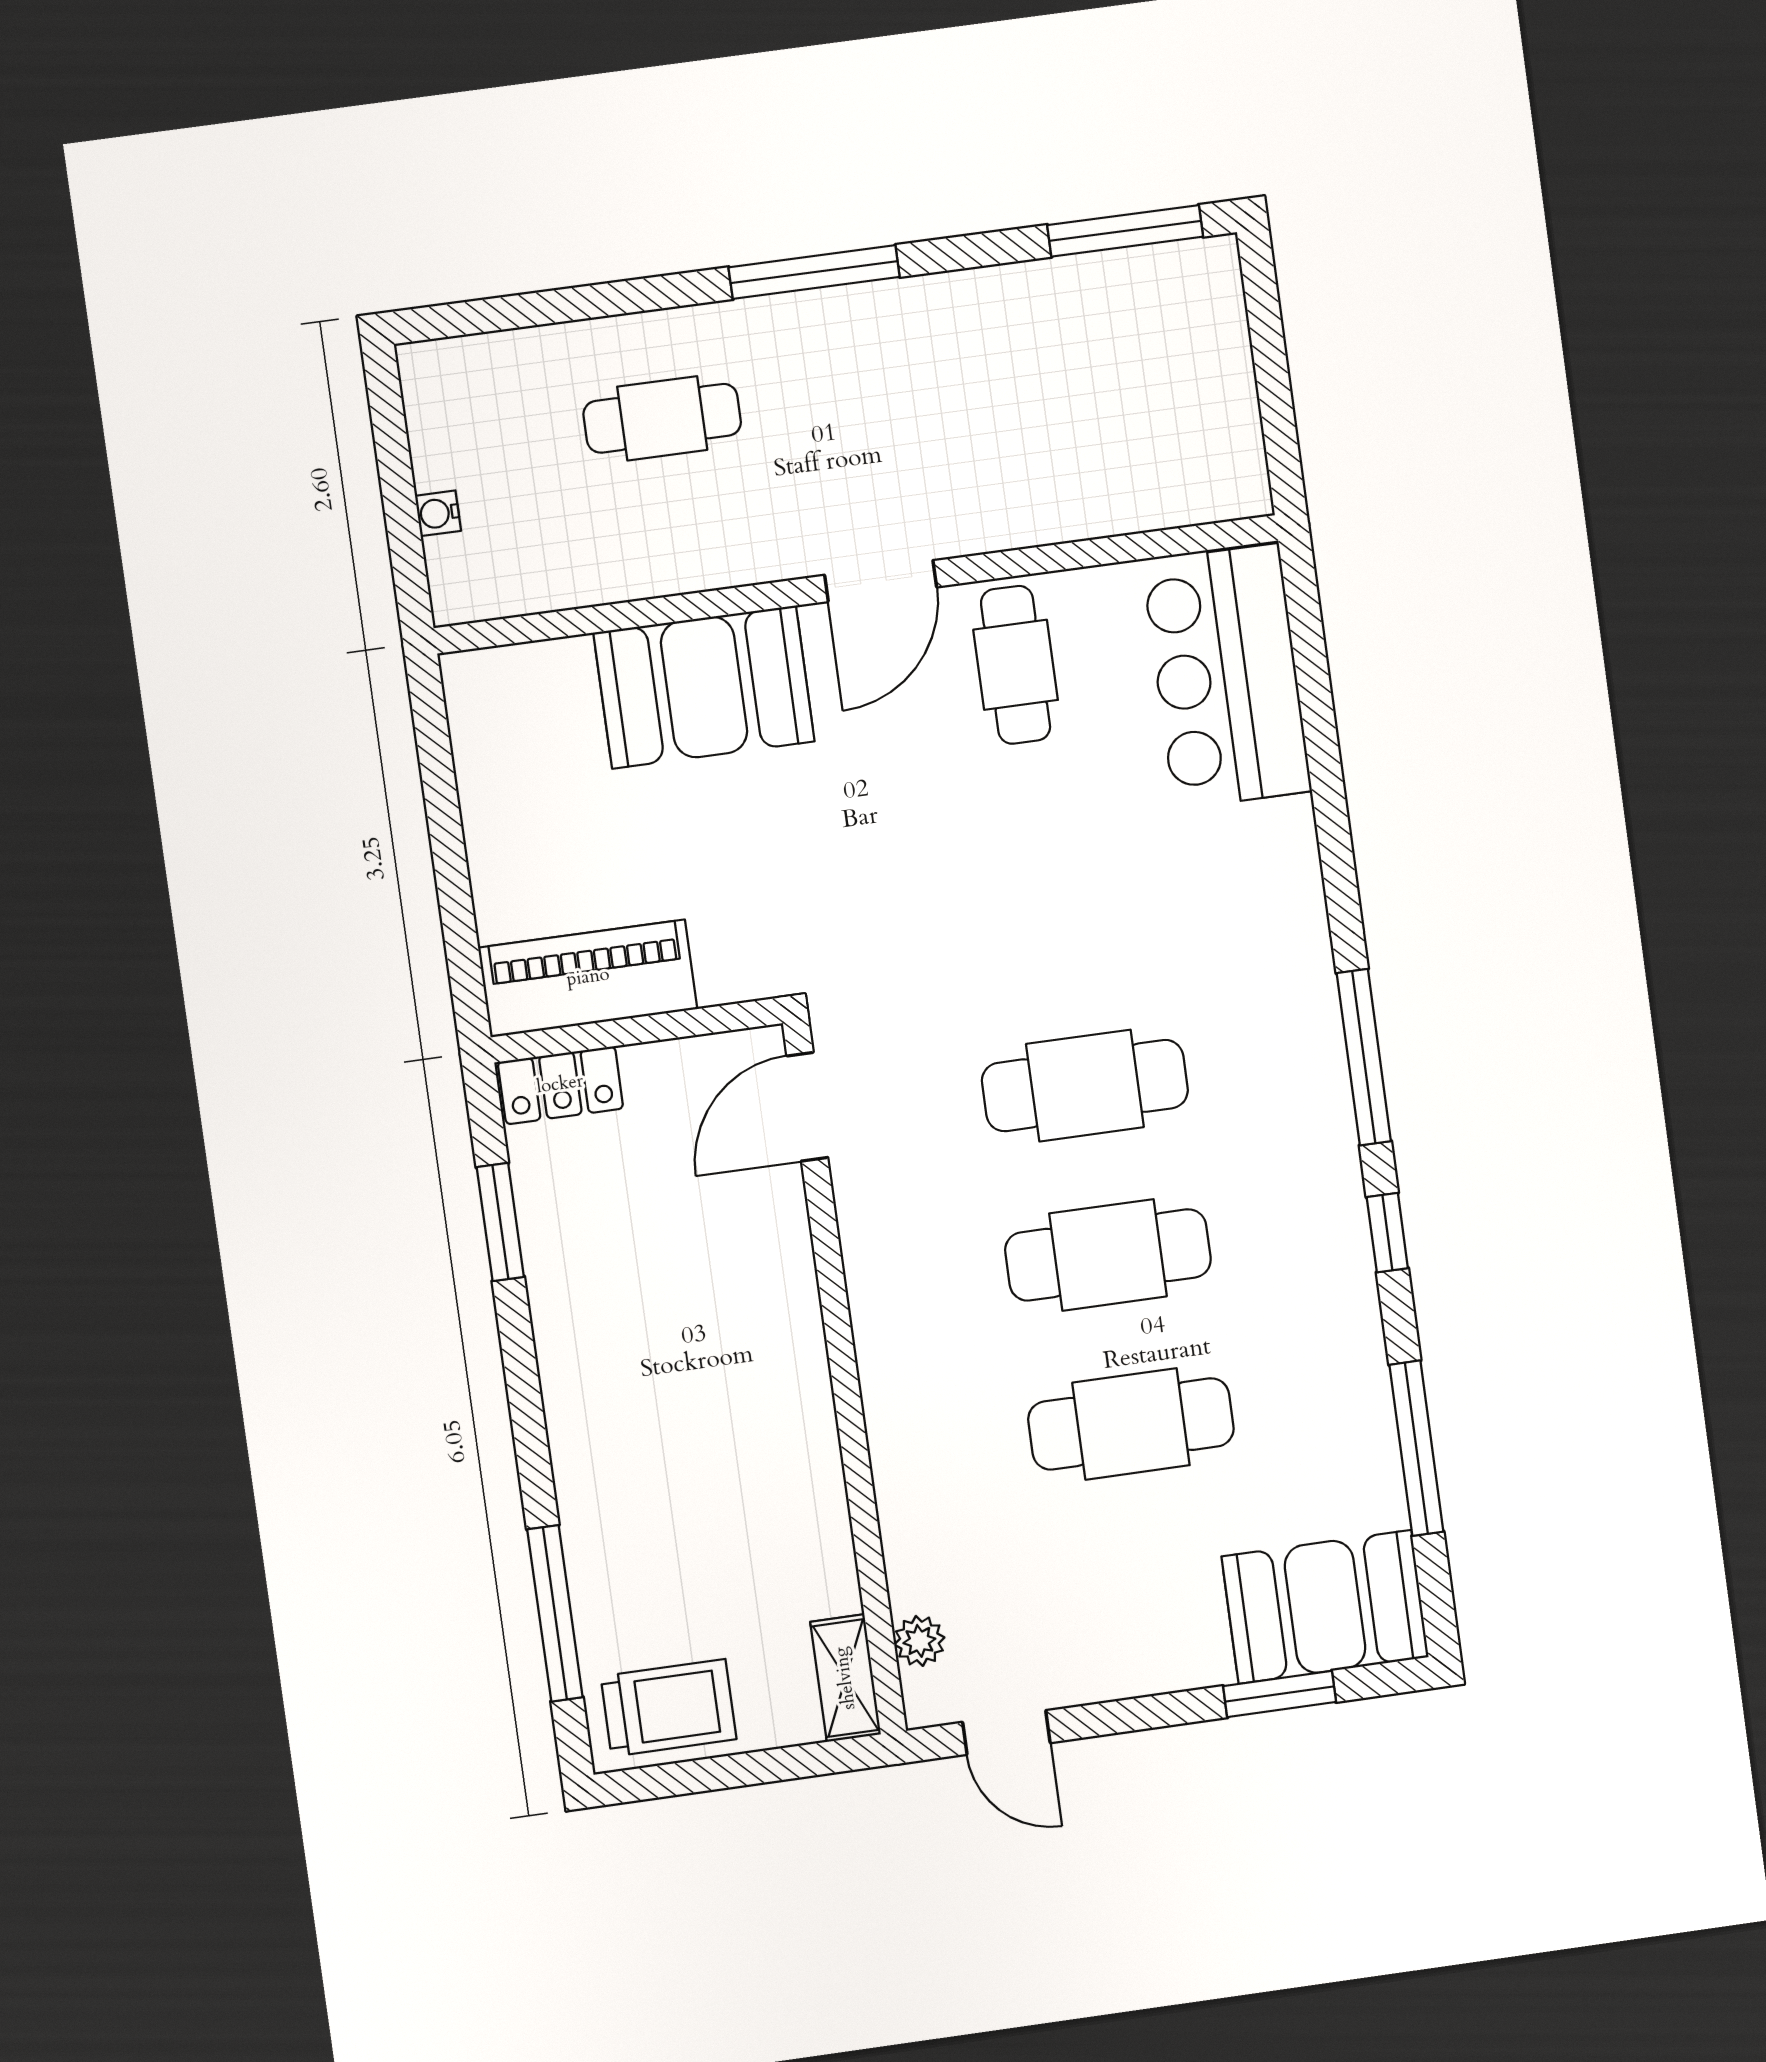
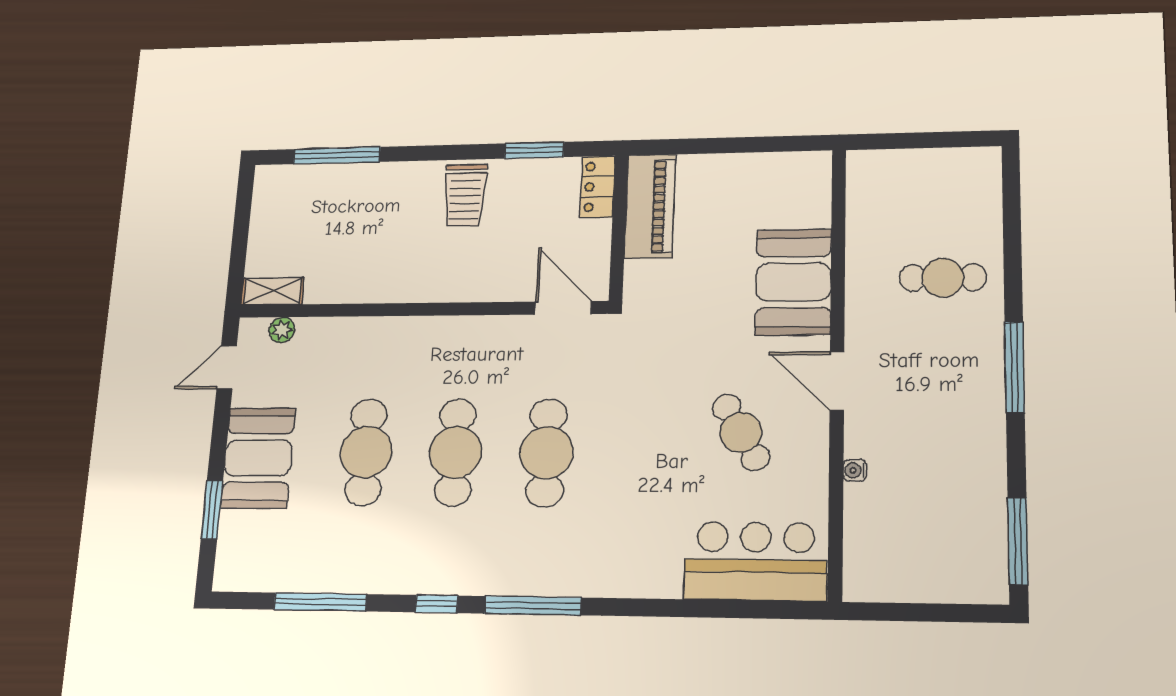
cafe table: (662, 418) -> (943, 278), turned 90
water cooler: (438, 513) -> (855, 470), moved, turned -90
cafe table: (1016, 665) -> (741, 432), moved, turned 60
booth: (1325, 1607) -> (258, 458), moved
trolley: (669, 1708) -> (465, 195), moved

